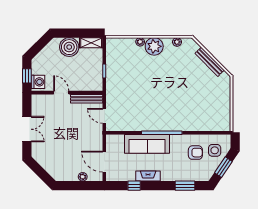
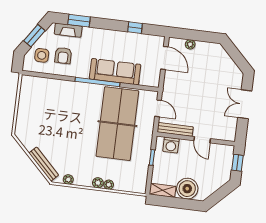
plant: (154, 46) -> (98, 183), width x0.53, depth x0.53
bench: (210, 62) -> (44, 164), moved
washing machine: (38, 82) -> (171, 145), moved, turned -90
table tennis table: (139, 98) -> (117, 124), added
armchair: (195, 153) -> (63, 55), turned -90
fireplace: (148, 176) -> (68, 30), moved

